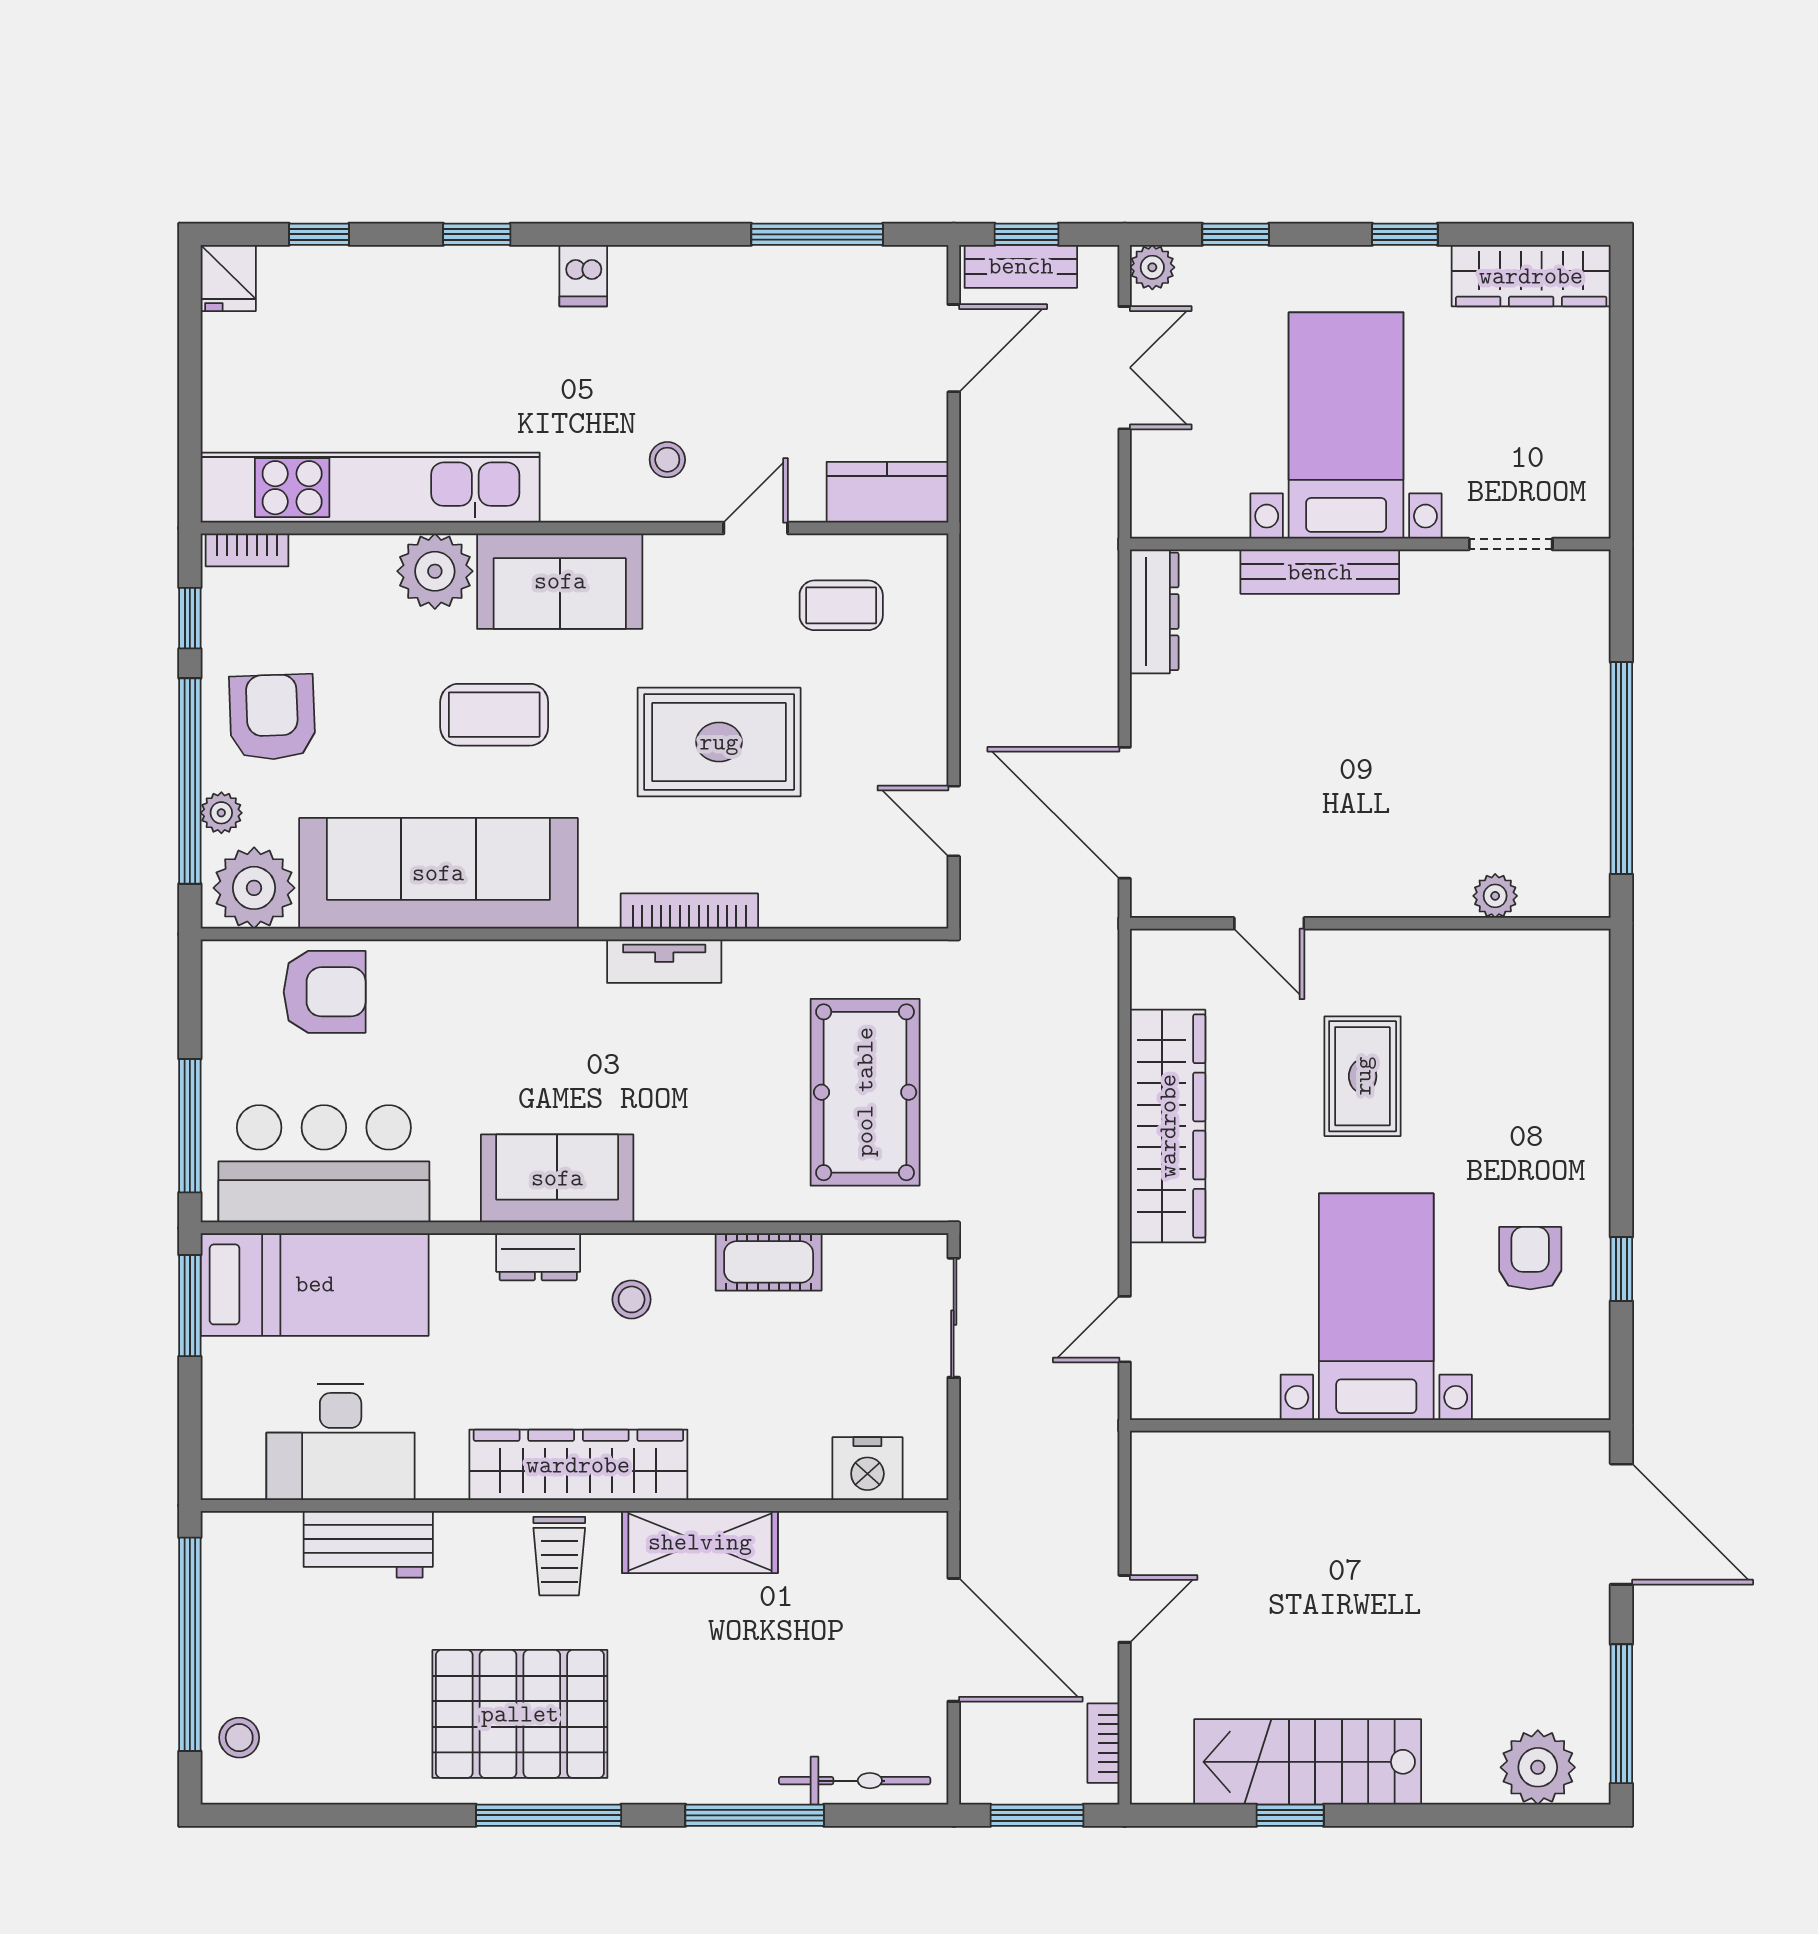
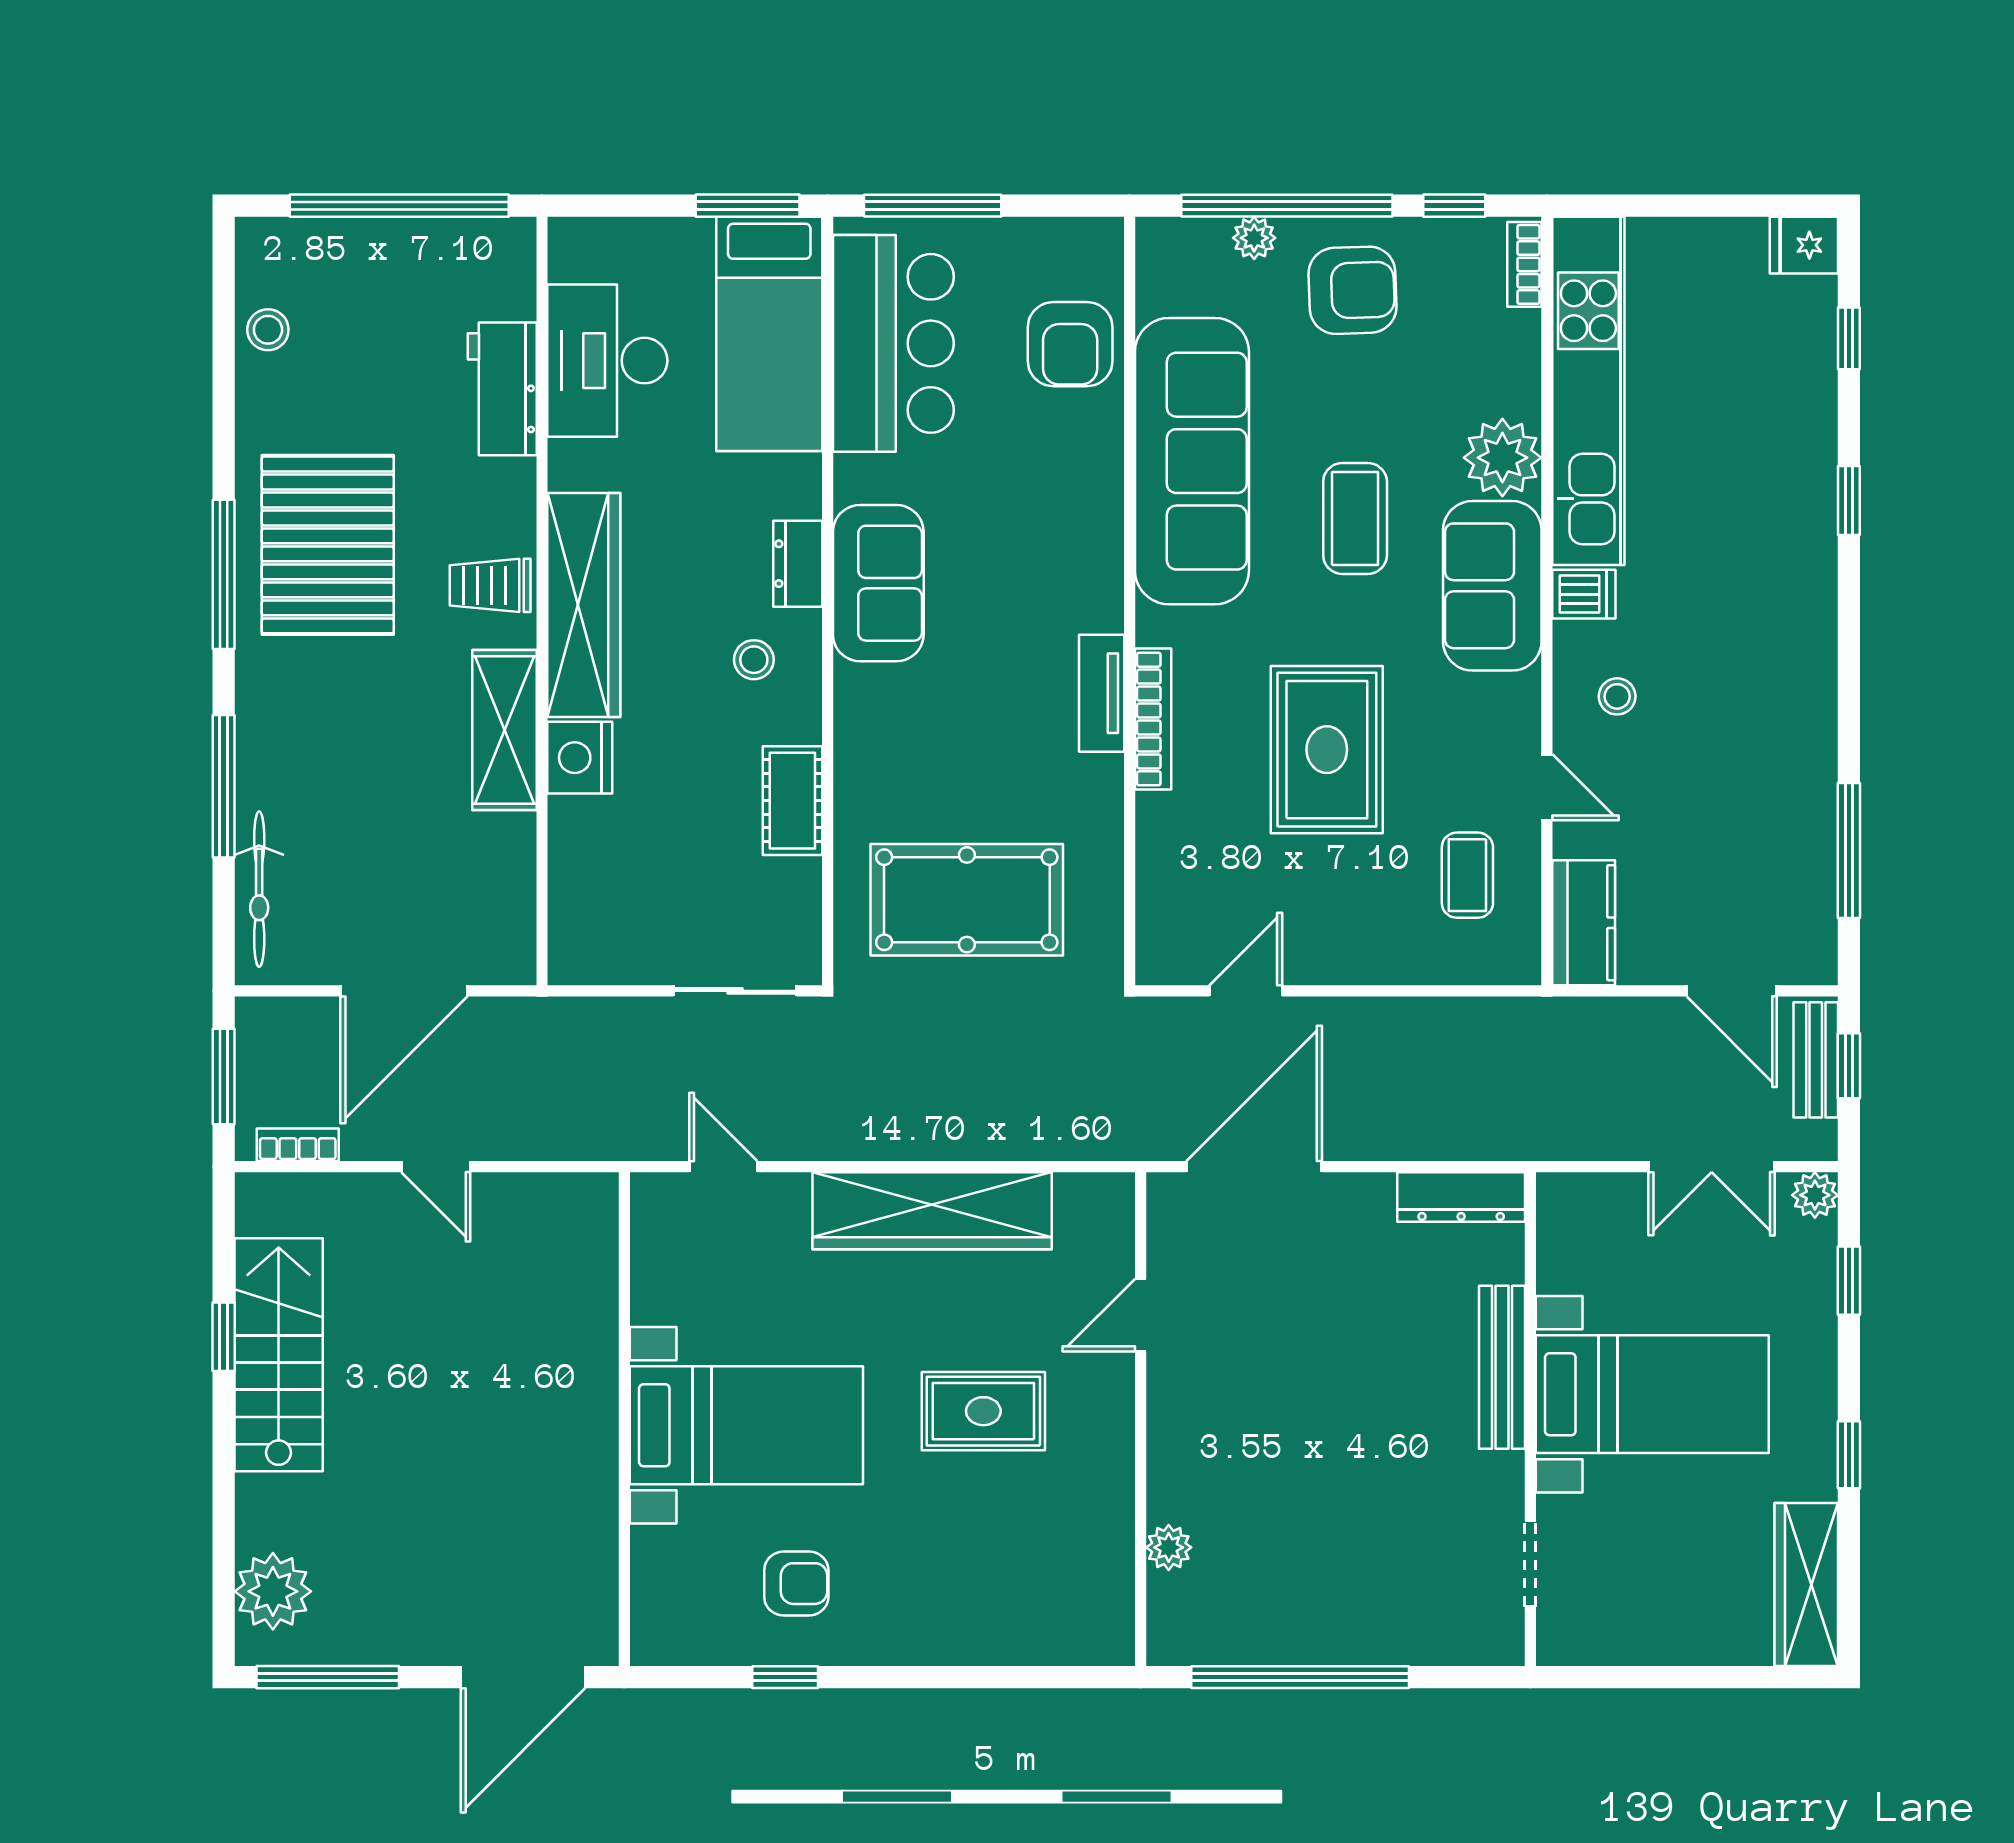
dishwasher: (583, 276) -> (1584, 594), moved, turned 180
plant: (254, 888) -> (1177, 272), removed
nightstand: (867, 1469) -> (580, 758), moved
stool: (239, 1738) -> (268, 330), moved

